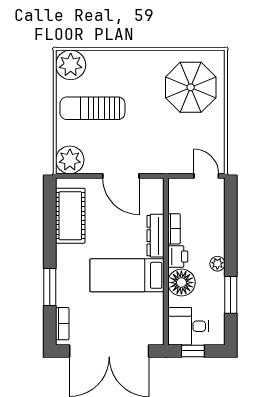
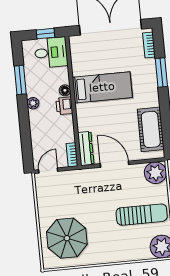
door: (206, 176) -> (48, 171), swing flipped
bookcase: (174, 229) -> (72, 155), moved
dresser: (156, 236) -> (86, 149), moved
floor lamp: (181, 283) -> (65, 90), width x0.53, depth x0.53

